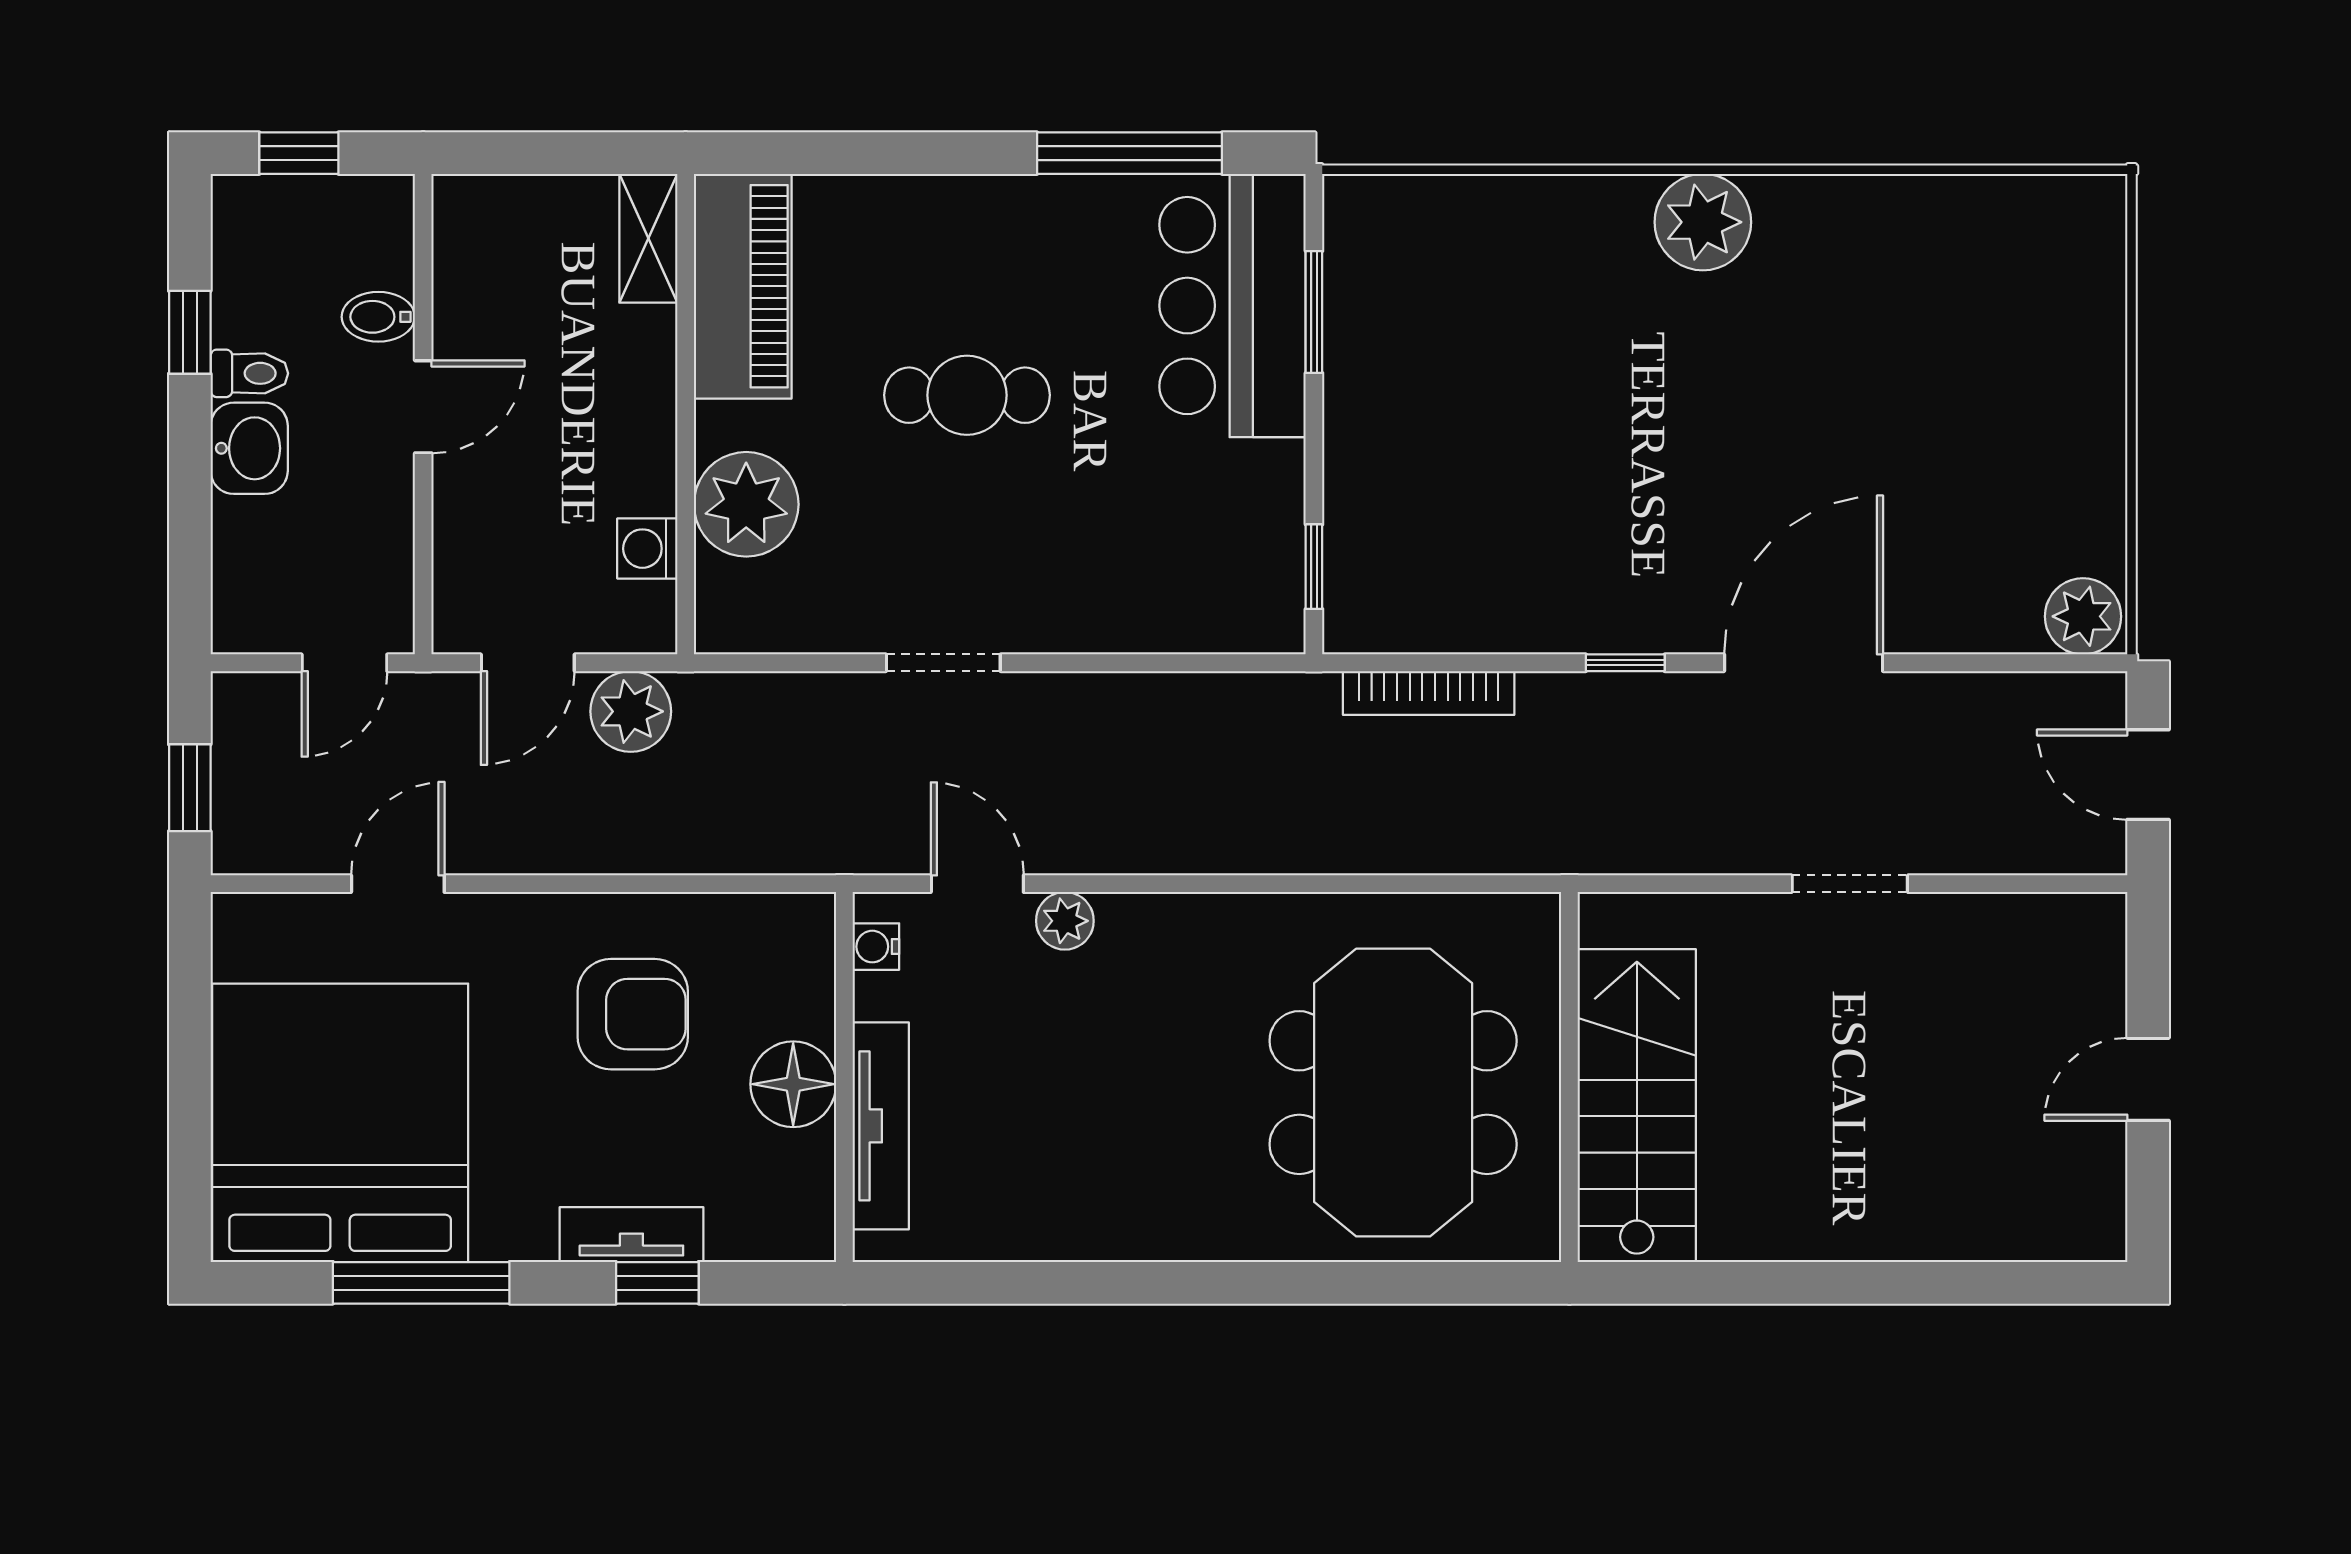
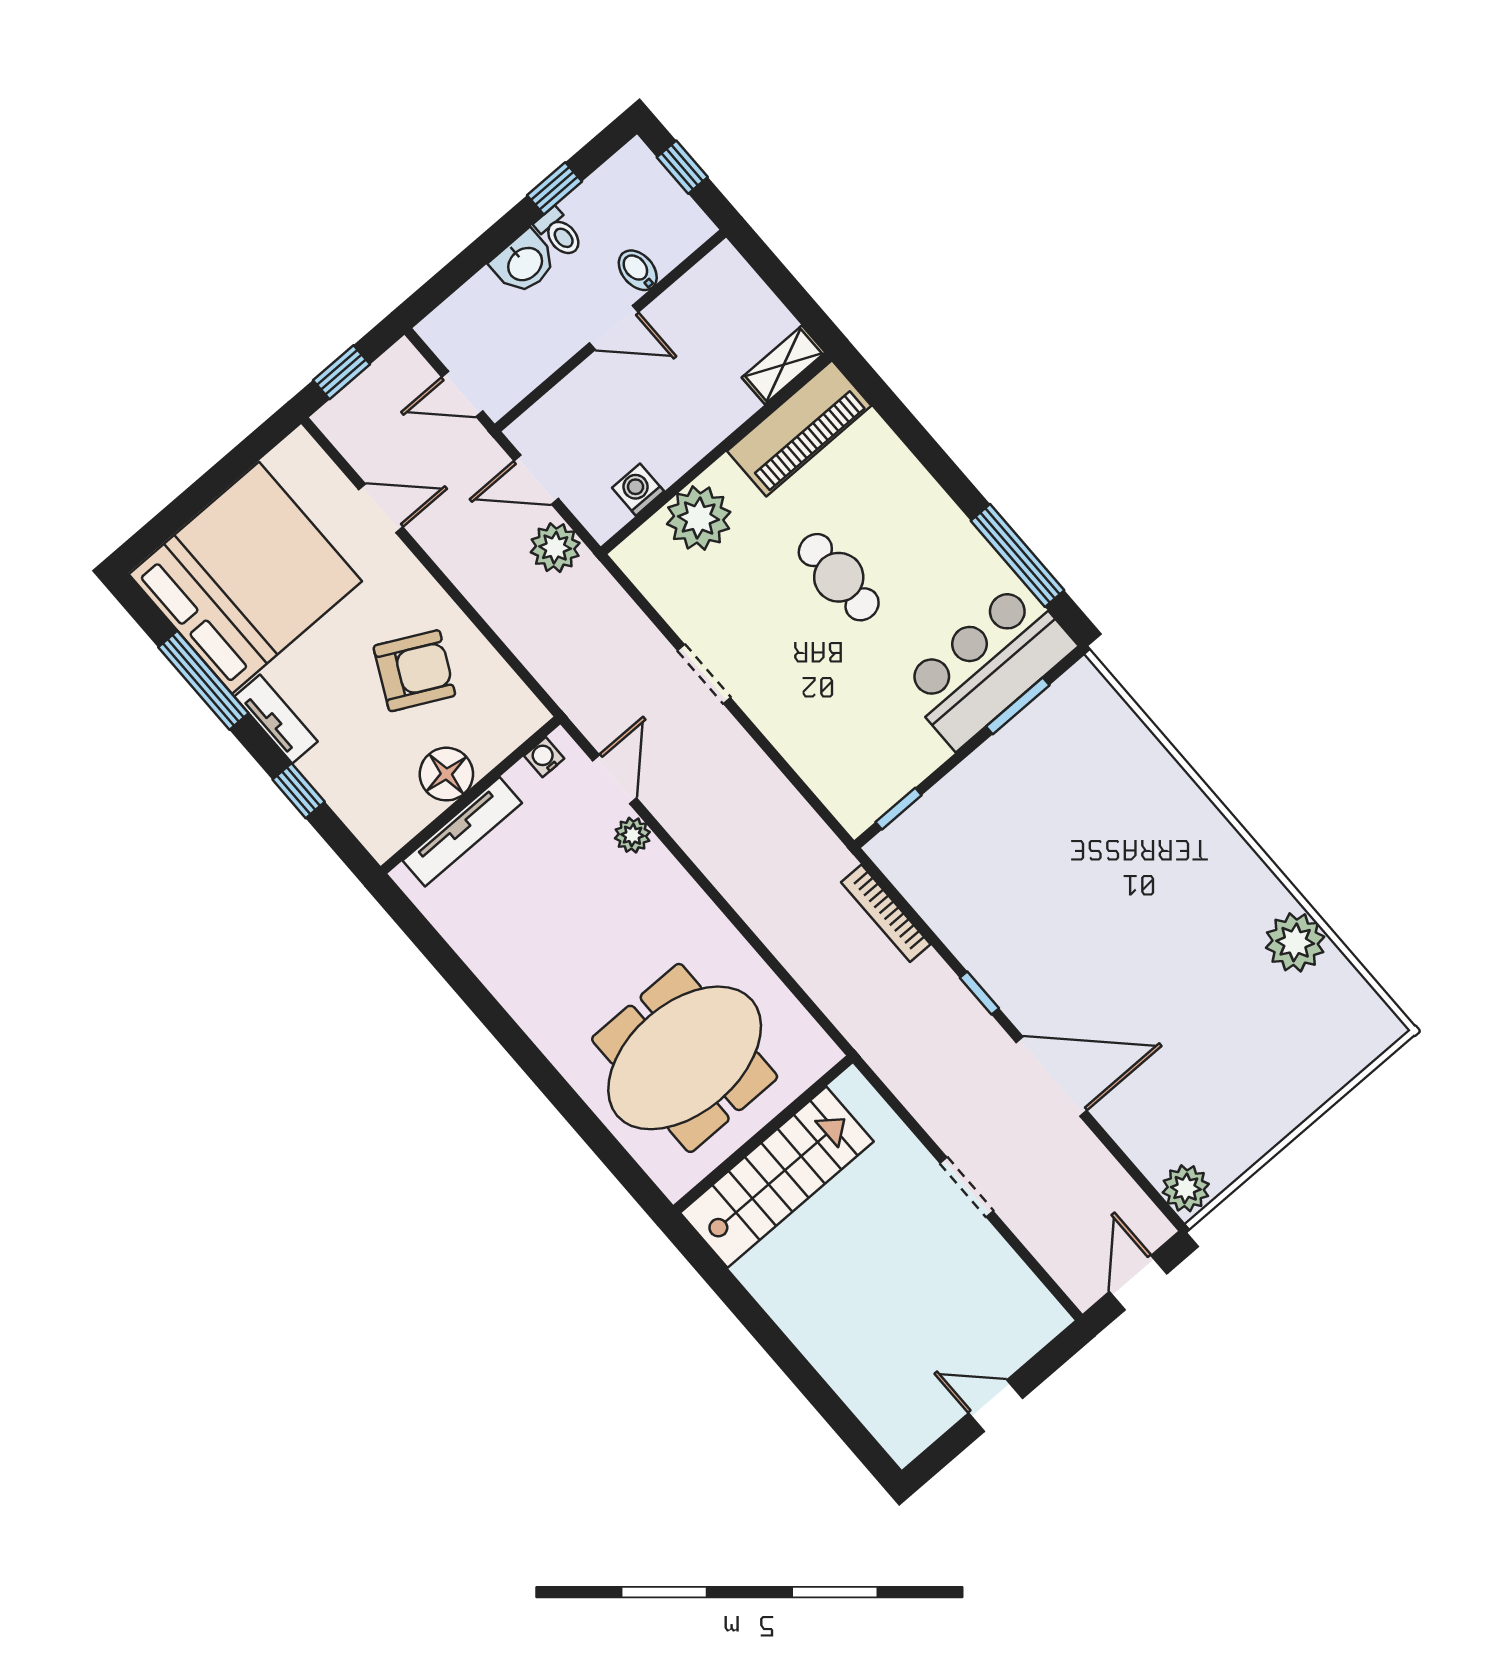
plant: (1703, 222) -> (1295, 942), moved
armchair: (633, 1014) -> (414, 671), turned -63
tv unit: (631, 1235) -> (276, 719), moved

